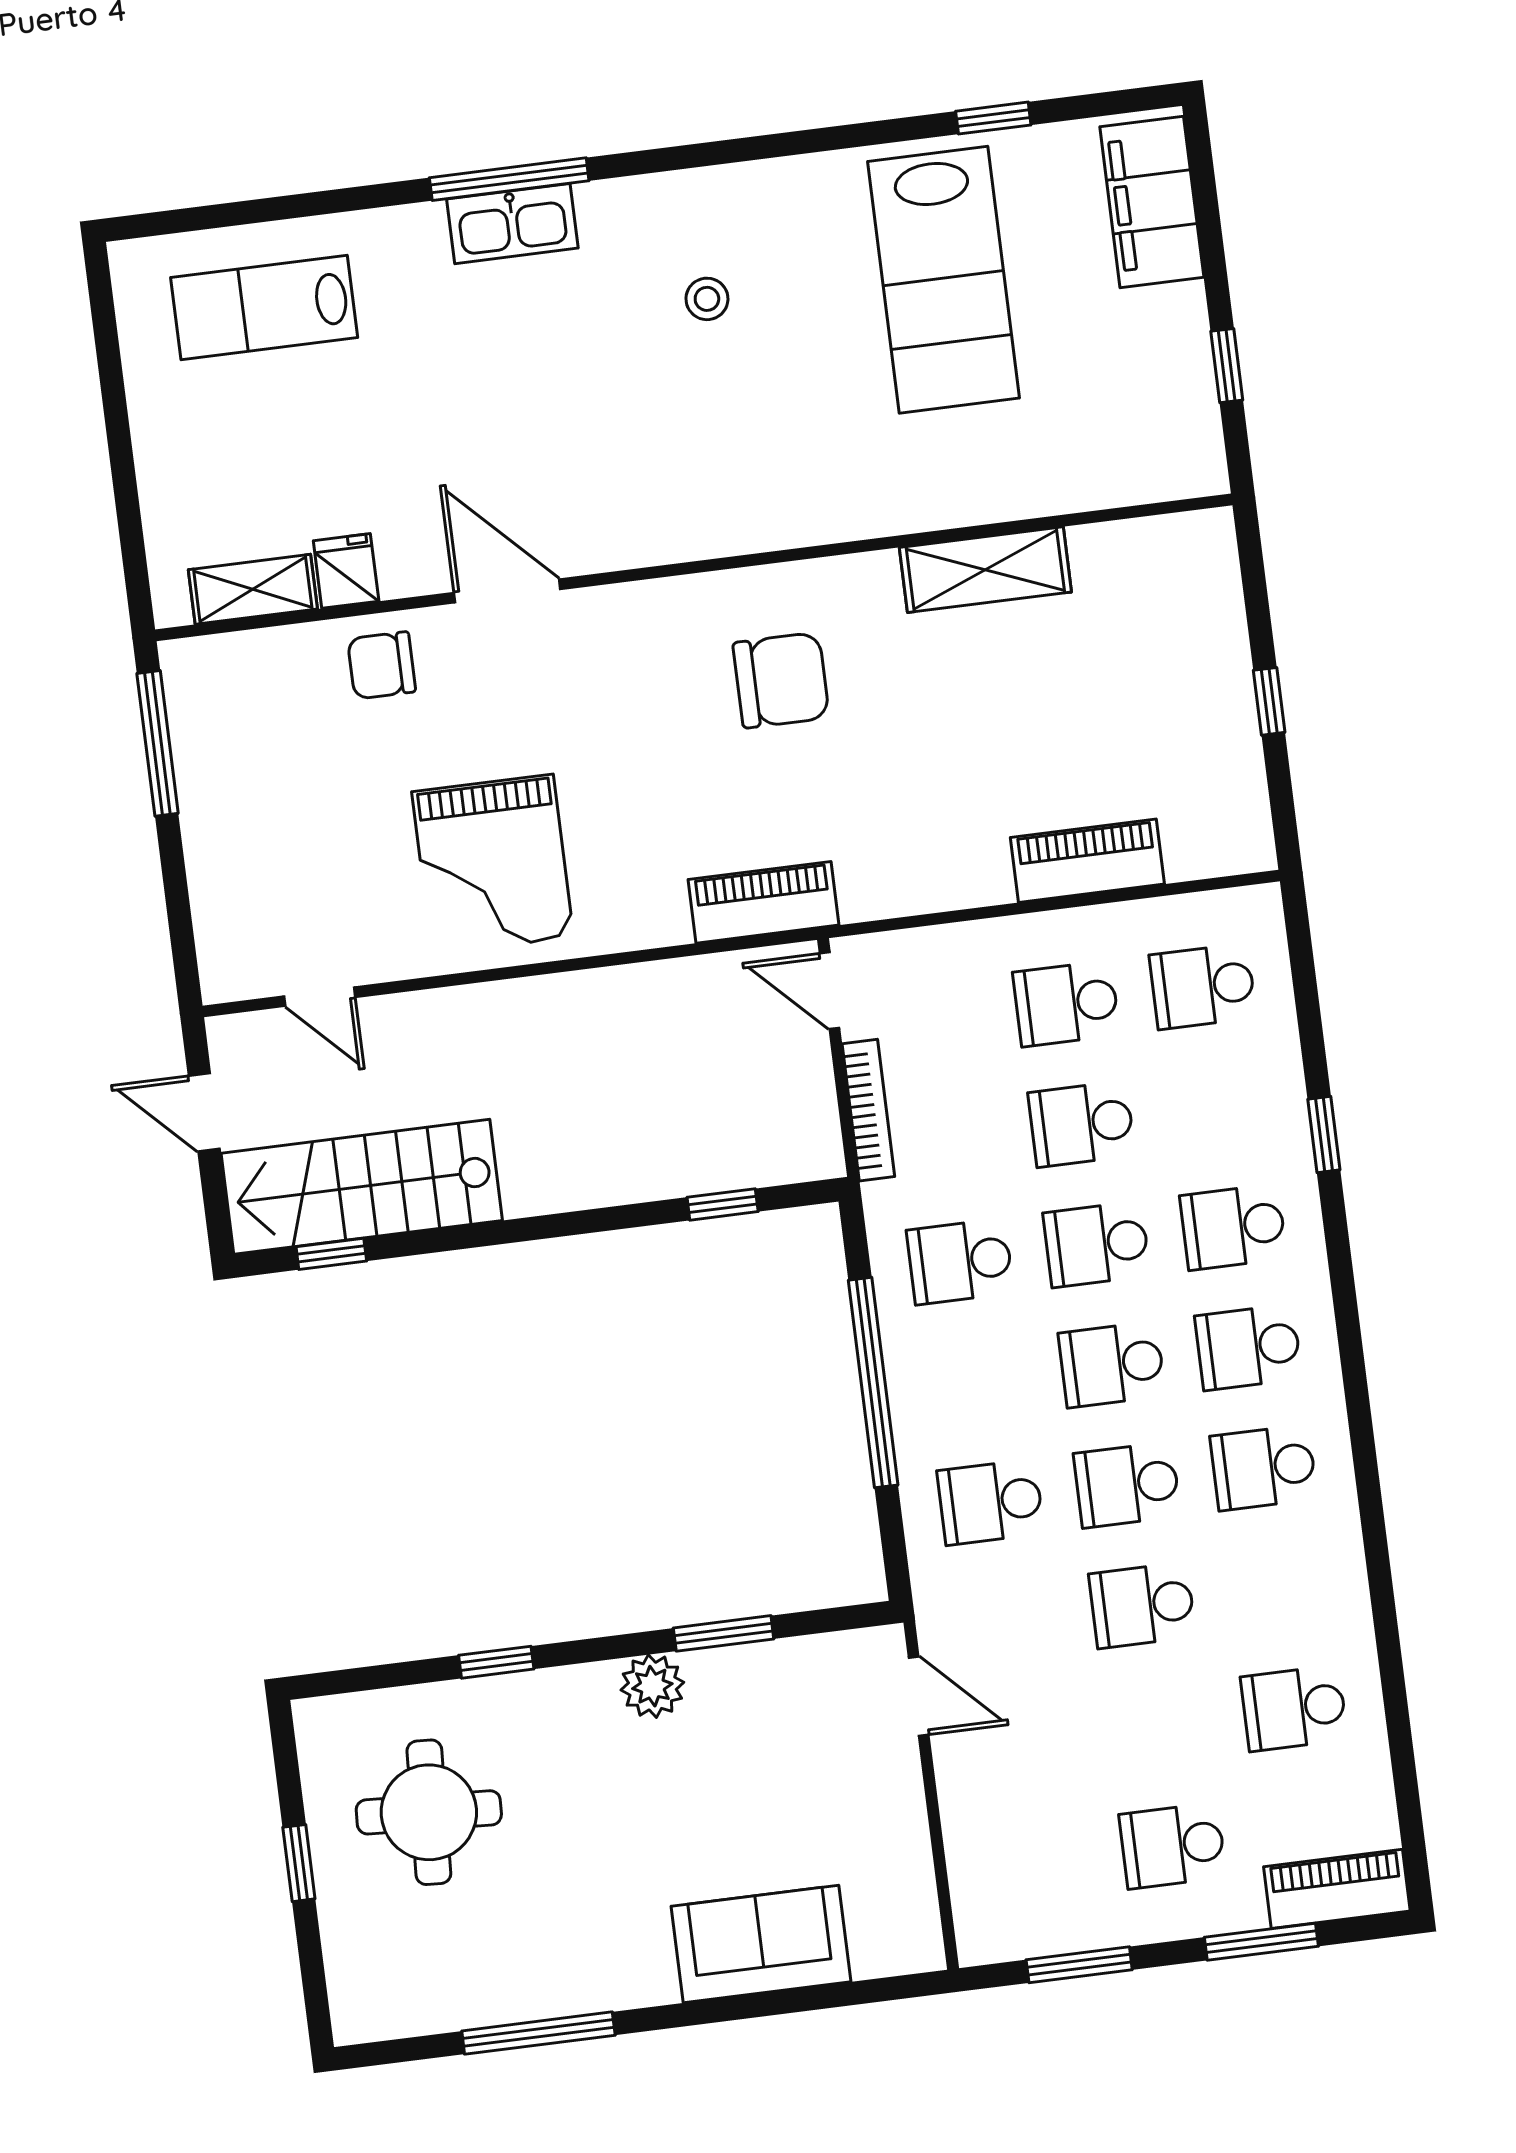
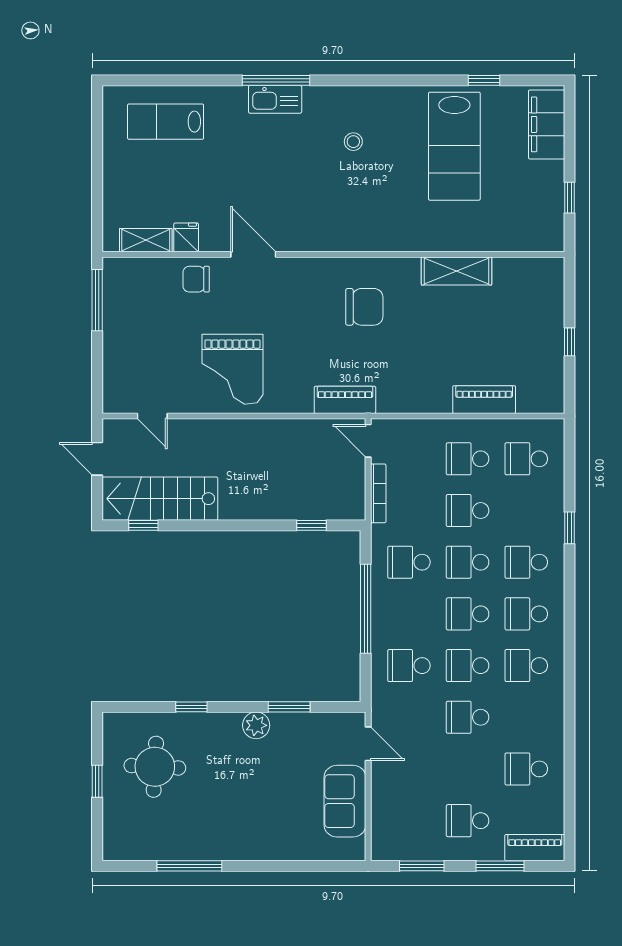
sofa: (761, 1944) -> (345, 801), moved, turned -90

